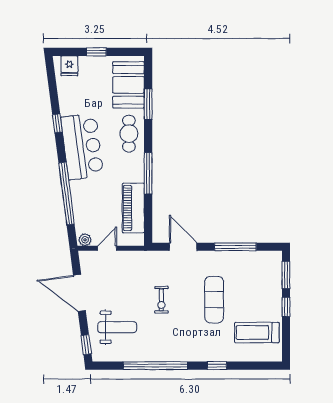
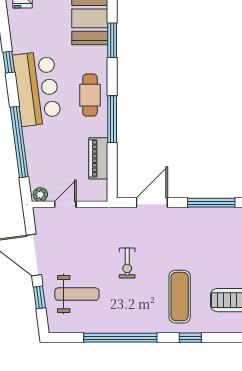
cafe table: (129, 134) -> (90, 95), moved
piano: (133, 208) -> (98, 158), width x0.73, depth x0.75
door: (183, 247) -> (152, 203), hinge flipped
exercise mat: (214, 300) -> (180, 297), moved
window: (86, 345) -> (39, 297), moved

